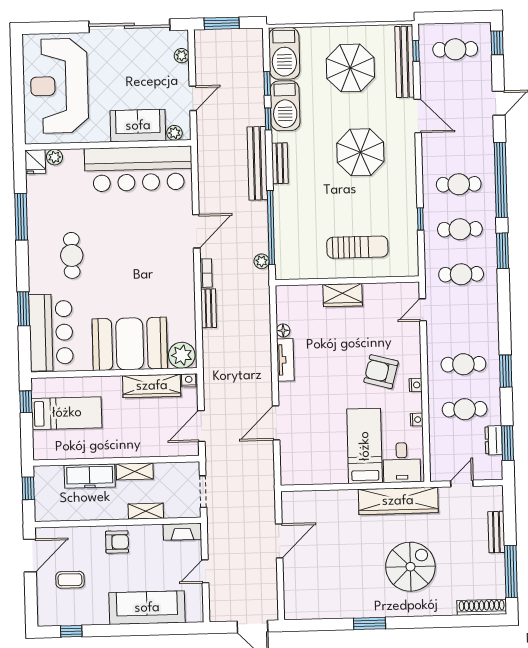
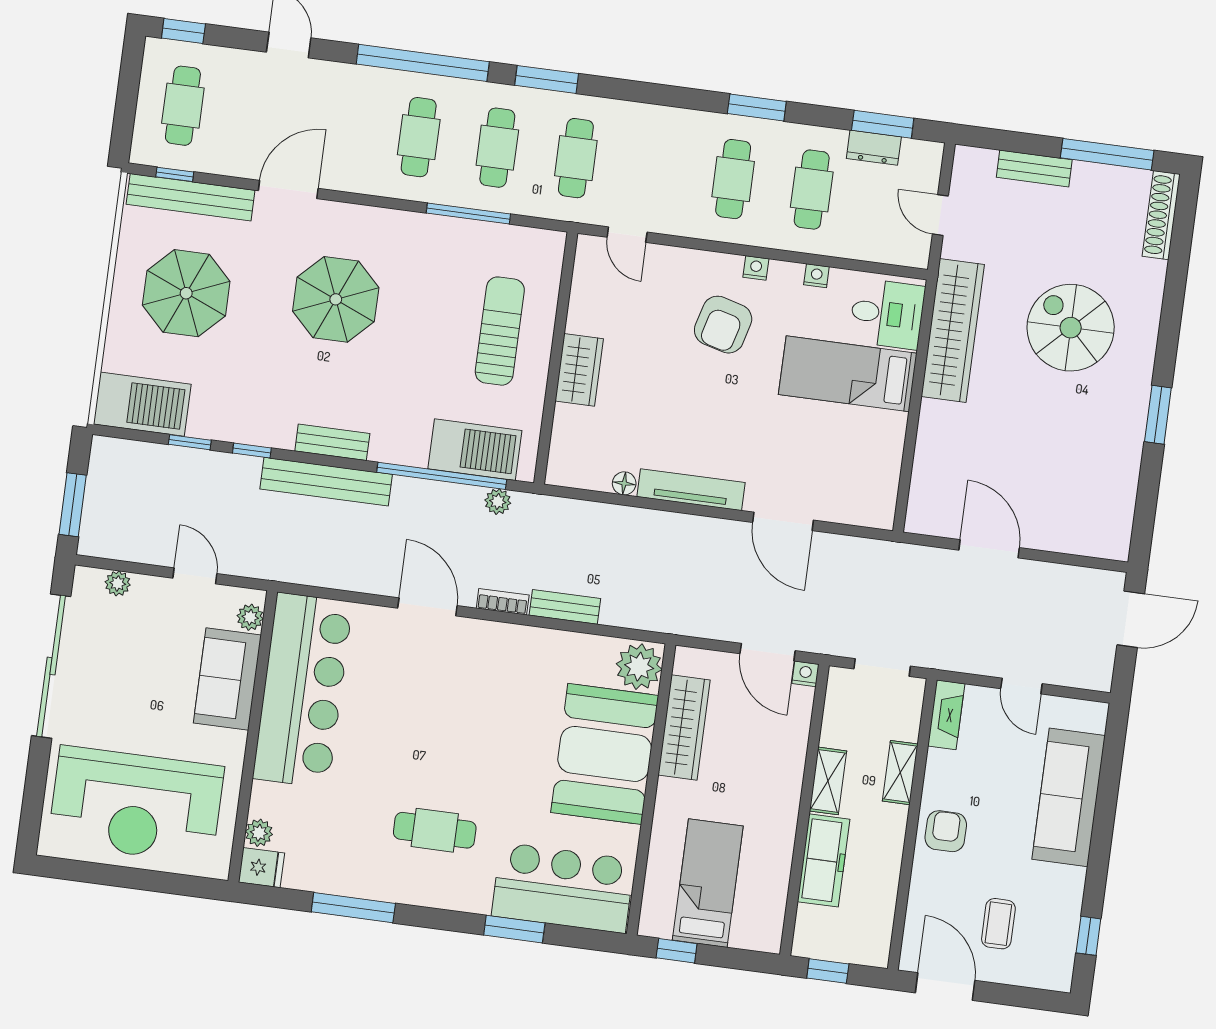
barbecue: (285, 106) -> (475, 450), moved
window: (420, 219) -> (468, 214), width x2.17
tv unit: (285, 360) -> (691, 490), width x1.41
nightstand: (189, 380) -> (805, 674), moved, turned 90

